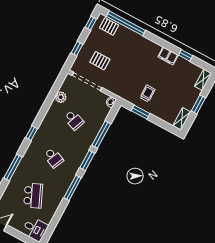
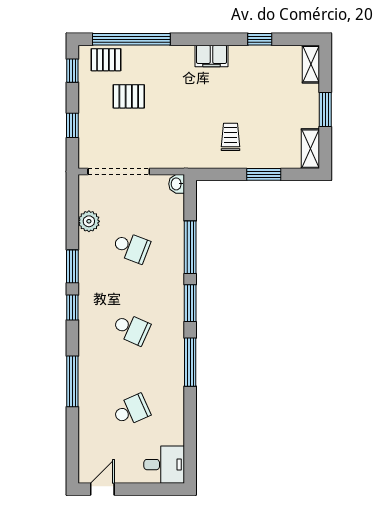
filing cabinet: (168, 56) -> (211, 56), moved
pallet: (100, 61) -> (129, 96), moved
window: (141, 112) -> (264, 174), moved
window: (42, 114) -> (72, 266), added
school desk: (33, 196) -> (131, 410), width x0.54

